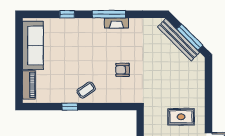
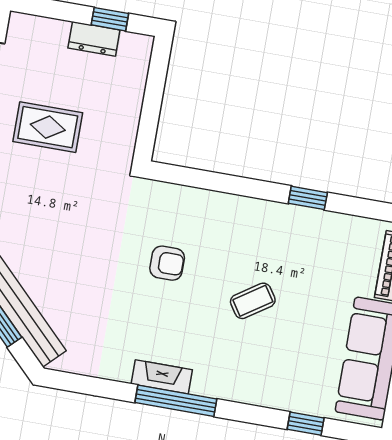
window: (67, 14) -> (306, 424), moved
coffee table: (86, 90) -> (253, 301), moved

